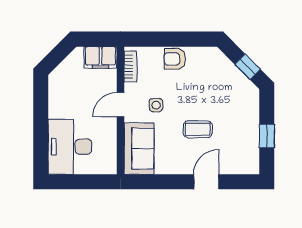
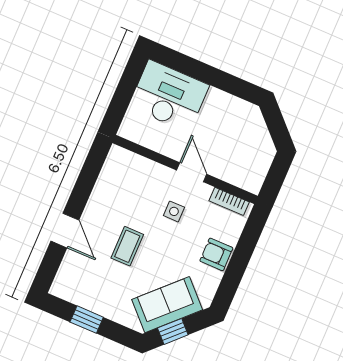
filing cabinet: (100, 57) -> (254, 173), removed
armchair: (175, 59) -> (216, 254), turned -90
sofa: (139, 149) -> (167, 305), moved, turned 135

